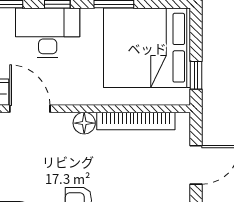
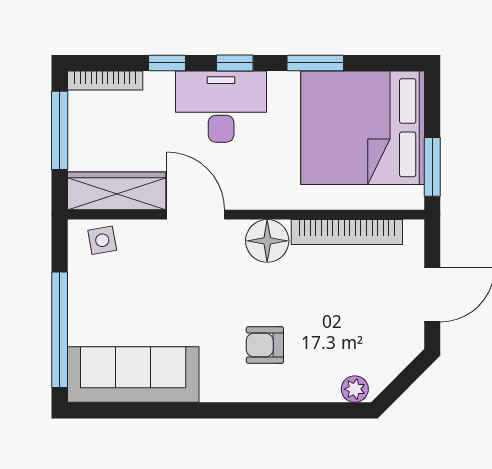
window: (196, 75) -> (432, 167), width x1.50
floor lamp: (84, 123) -> (267, 241), width x1.38, depth x1.38

